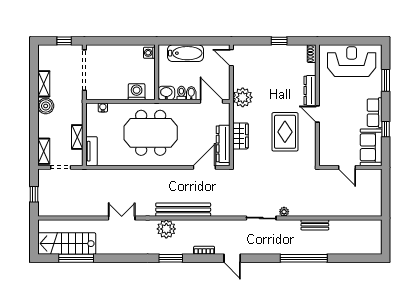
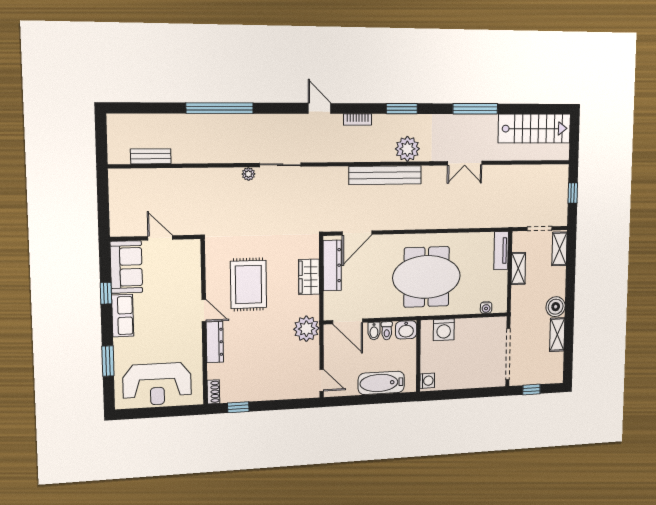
window: (279, 41) -> (238, 407), moved
bench: (315, 225) -> (151, 156), moved
window: (76, 258) -> (475, 109), moved

